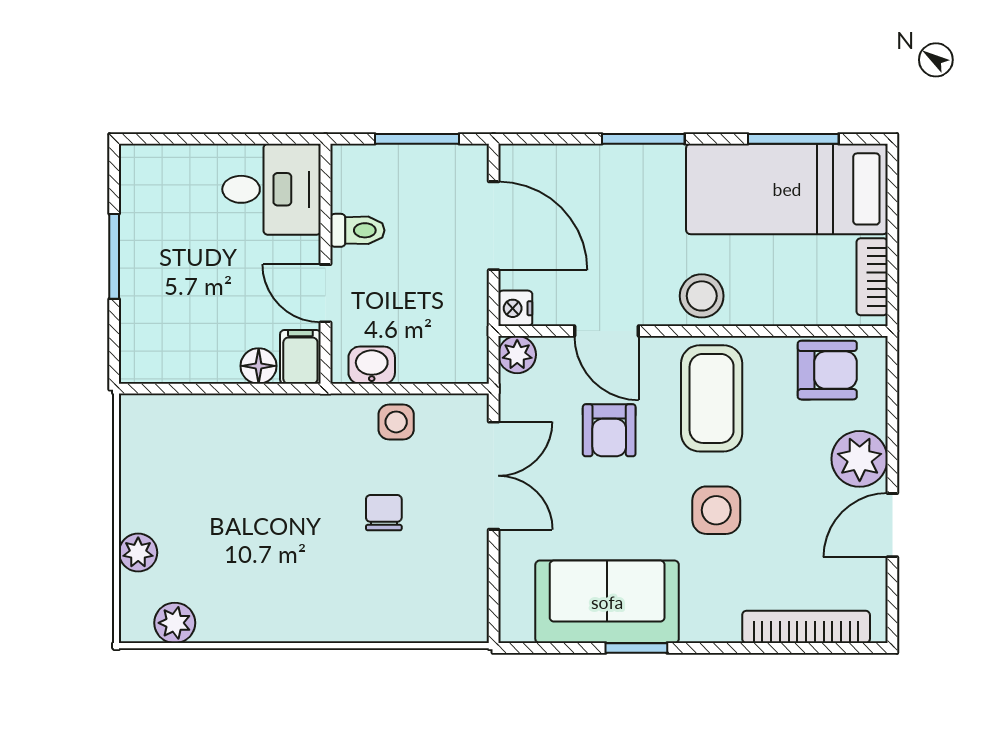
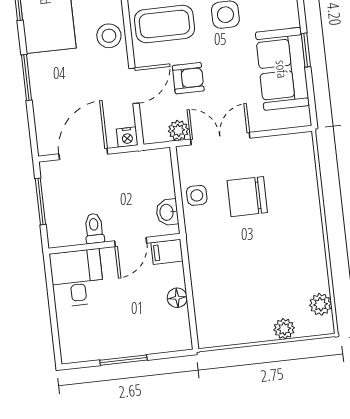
plant: (517, 355) -> (178, 130), moved
floor lamp: (259, 366) -> (177, 298), moved
chair: (384, 513) -> (247, 197), width x1.87, depth x1.87

